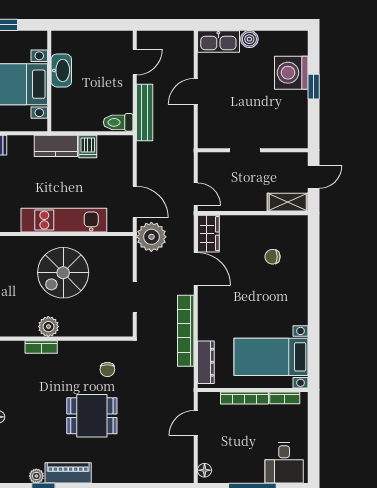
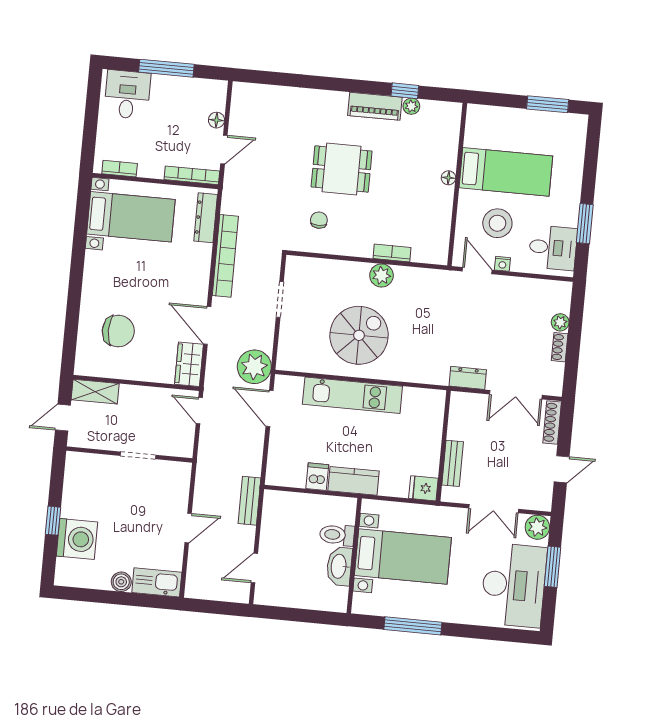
bench: (145, 112) -> (249, 501), width x0.73
toilet: (118, 122) -> (337, 535), moved, turned 180
chair: (273, 257) -> (118, 331), width x1.87, depth x1.87
bookcase: (244, 398) -> (192, 175), moved
floor lamp: (205, 470) -> (216, 120), moved

